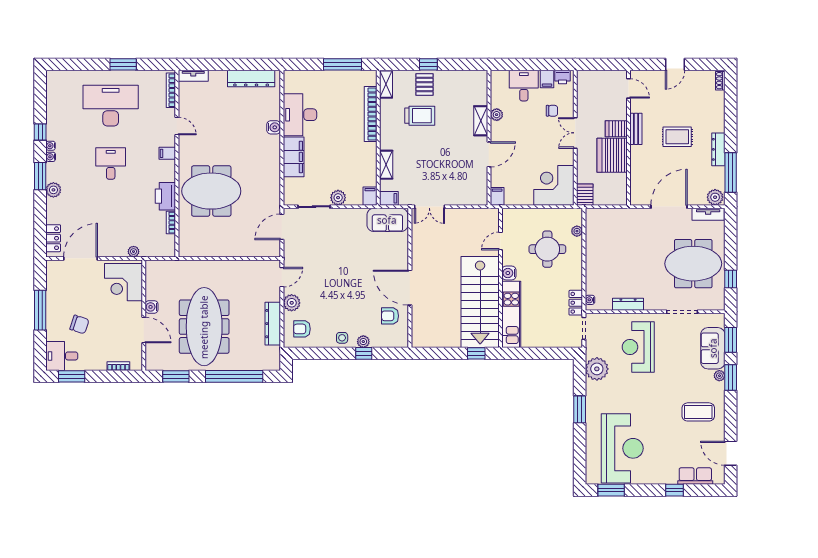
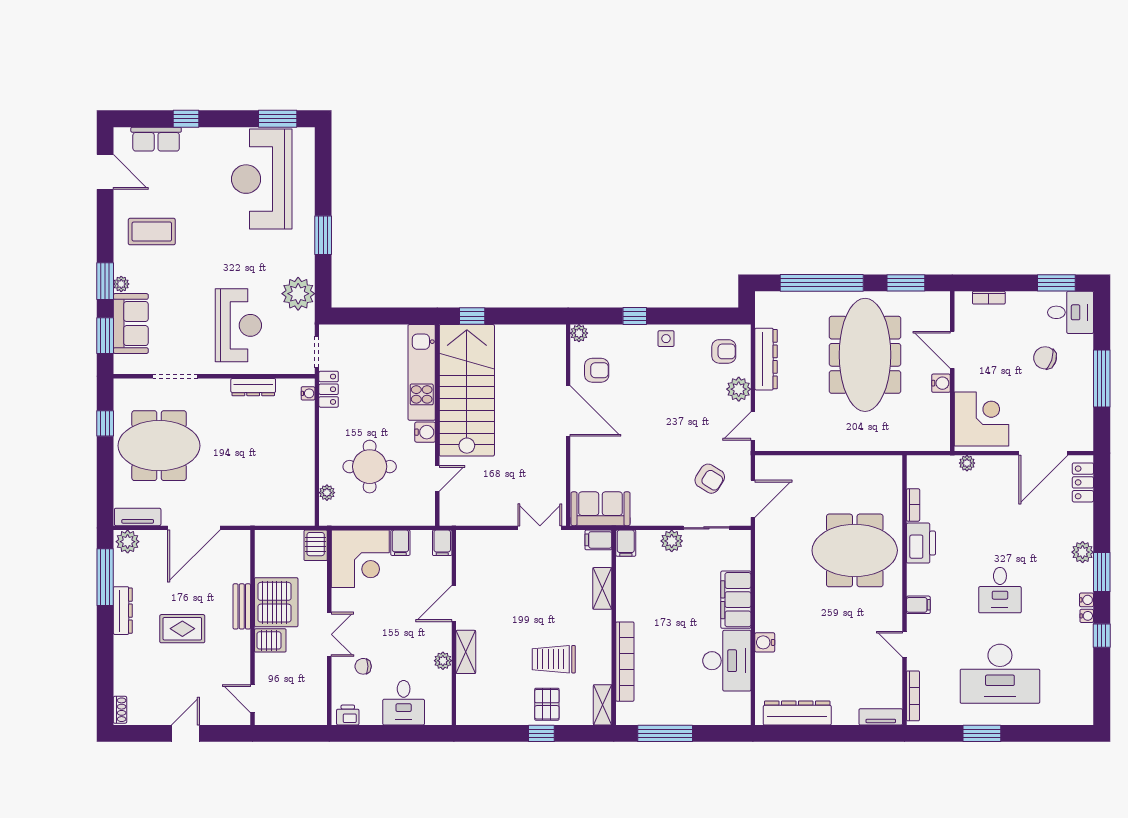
filing cabinet: (547, 79) -> (400, 543), moved, turned 180
bench: (636, 129) -> (242, 606), moved
armchair: (312, 241) -> (710, 479), added
plant: (363, 342) -> (579, 333), moved

